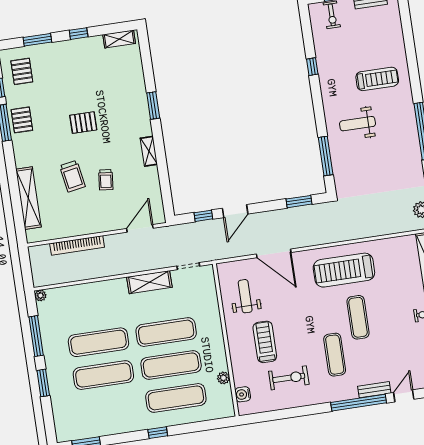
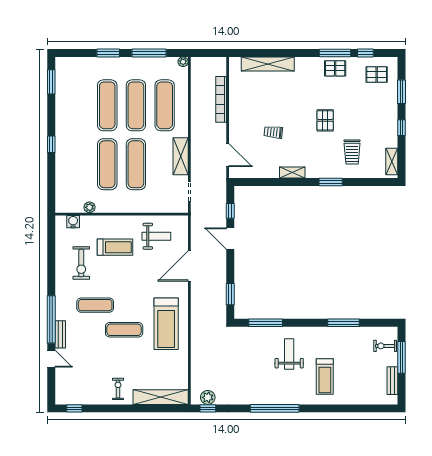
window: (312, 67) -> (344, 323), width x2.17
trolley: (72, 176) -> (352, 152), moved, turned -80
treadmill: (344, 270) -> (166, 324), turned 180
exercise mat: (176, 398) -> (165, 105), moved

